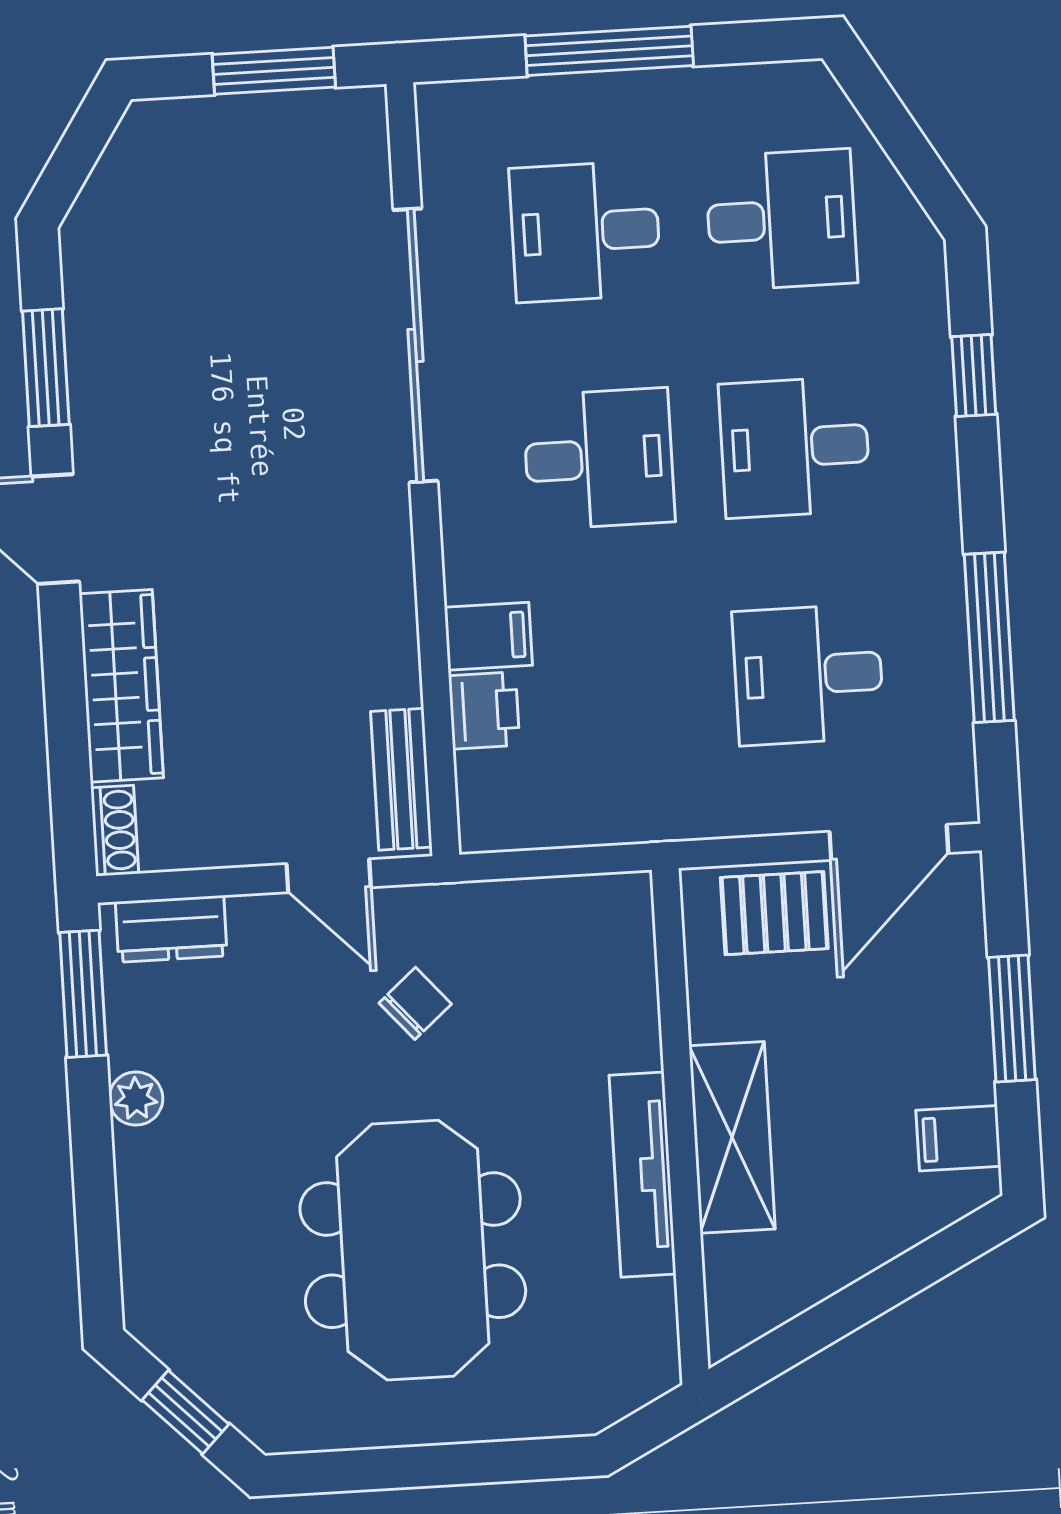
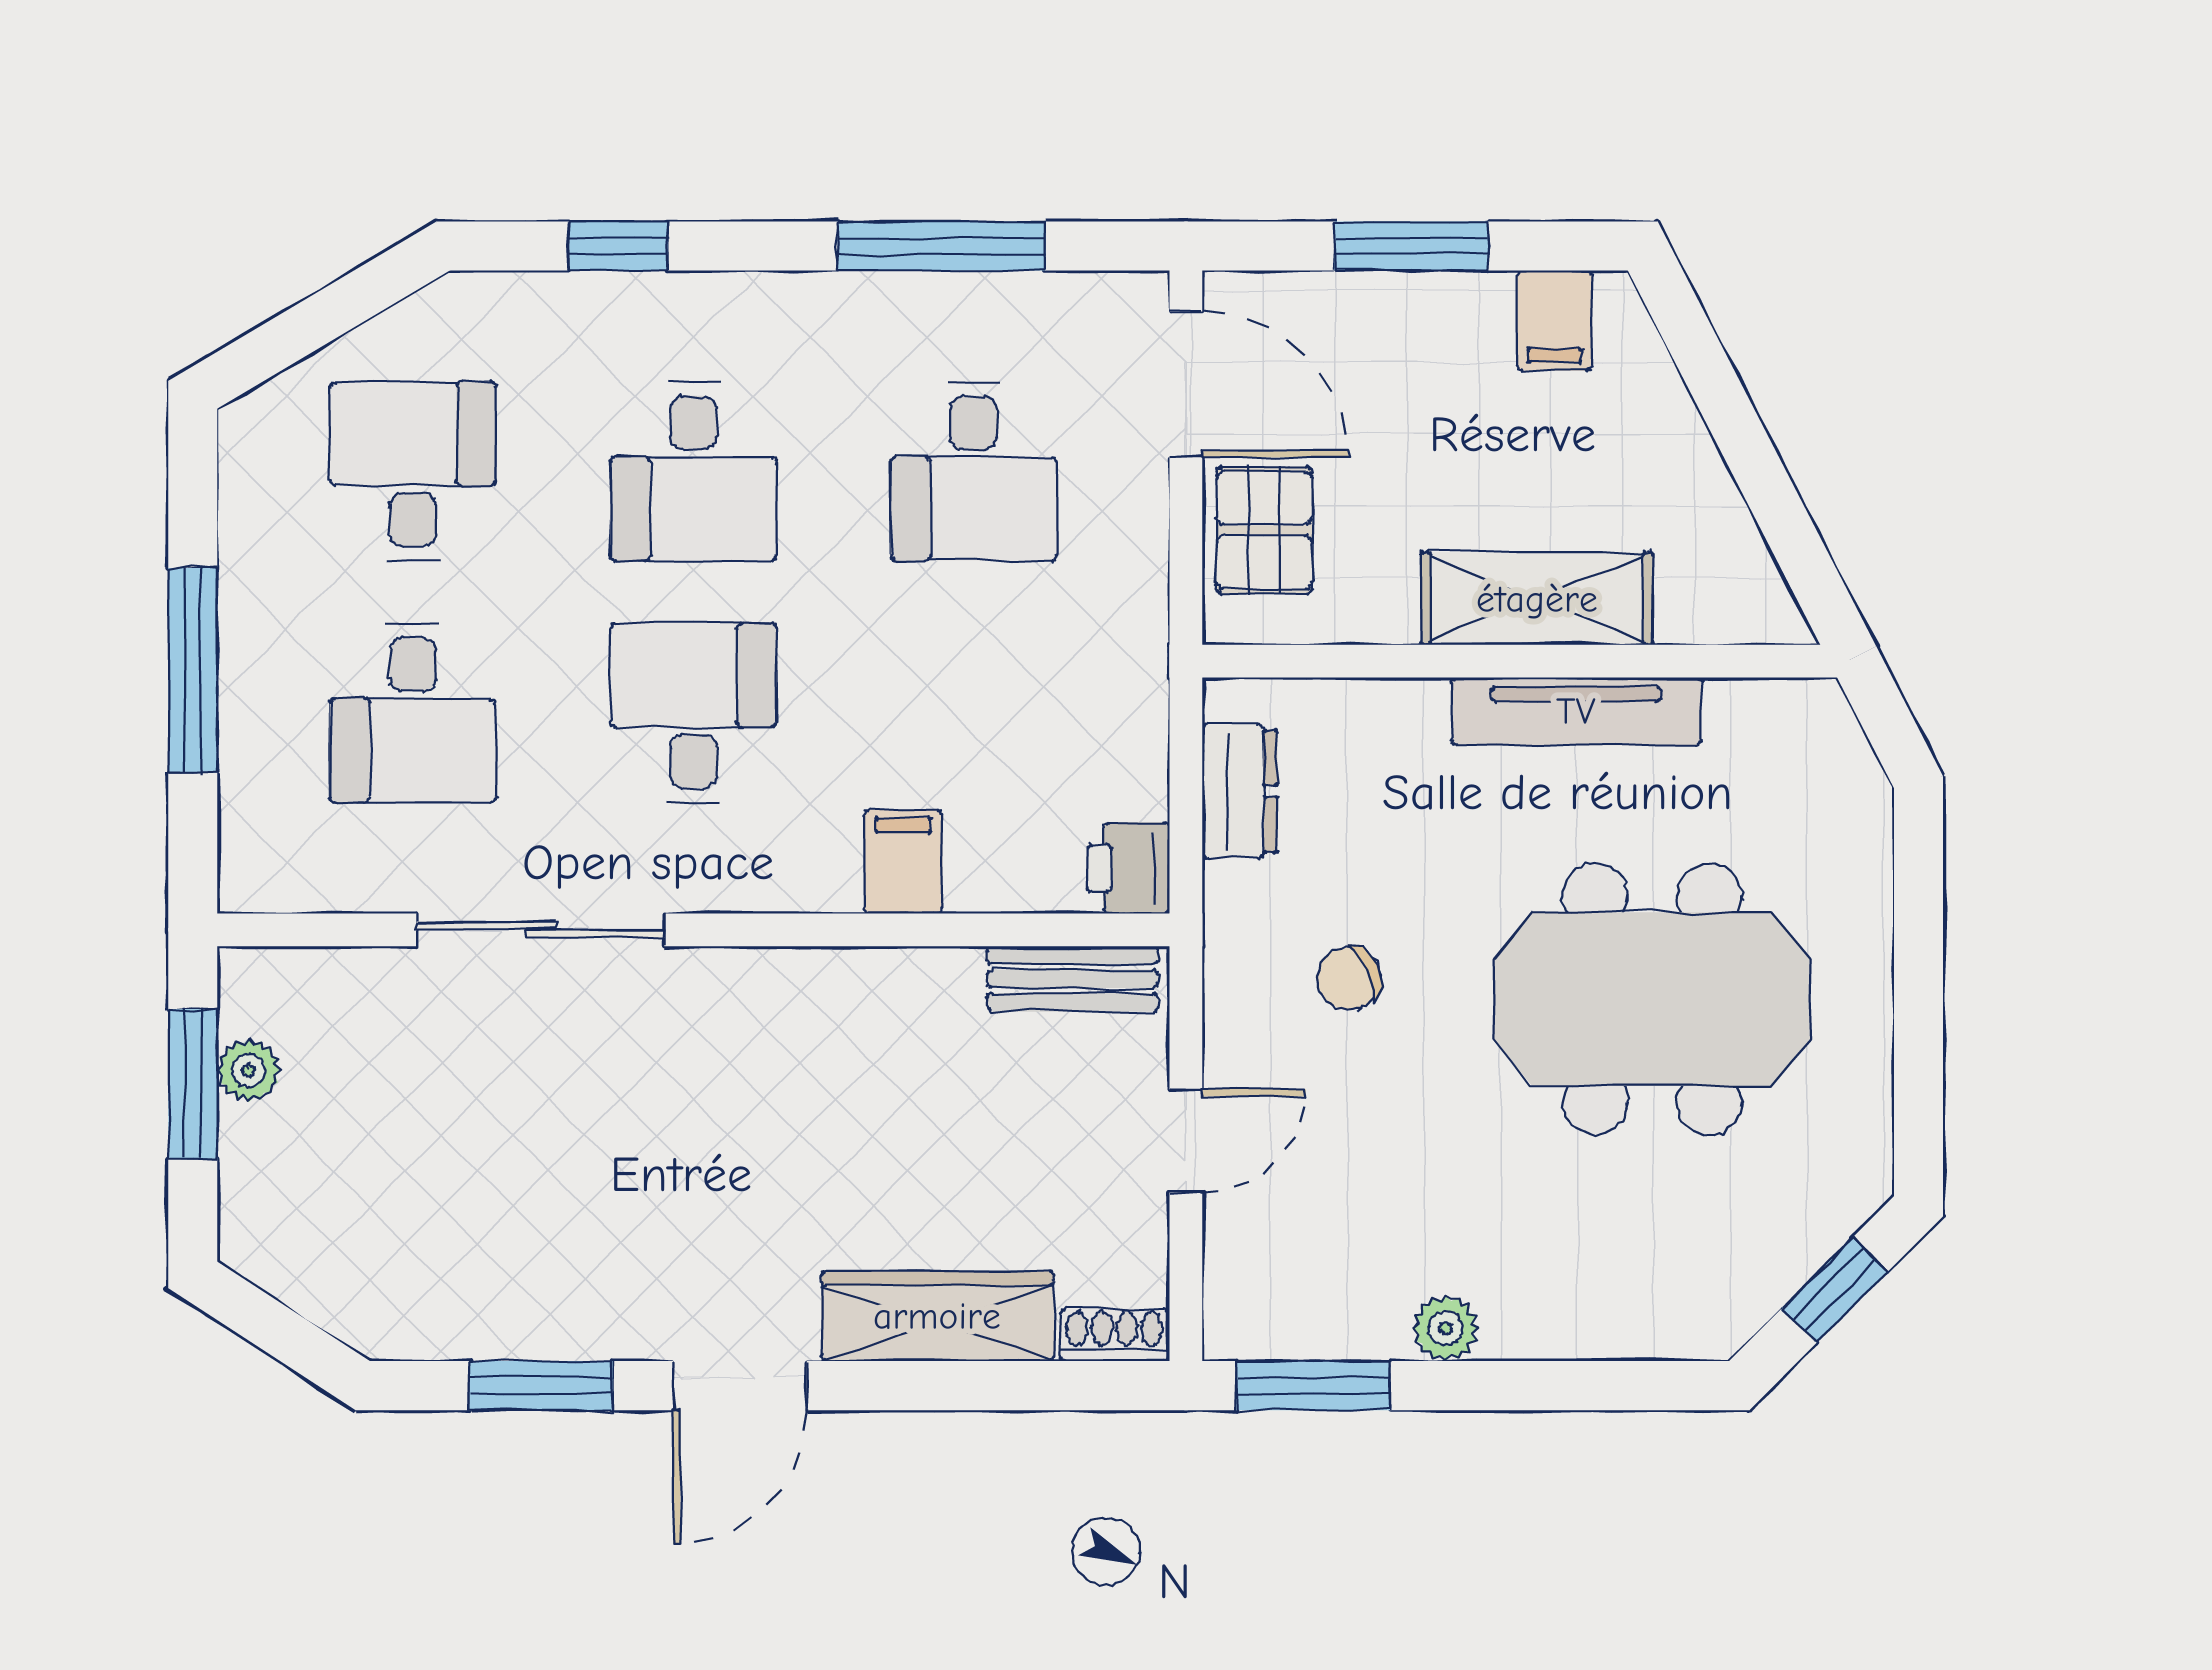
plant: (287, 116) -> (249, 1071), added
sliding door: (415, 345) -> (541, 930), width x0.73
printer: (484, 711) -> (1128, 868), moved, turned -90
door: (329, 876) -> (1186, 1141), moved
dresser: (171, 929) -> (1240, 791), moved
chair: (415, 1003) -> (1349, 978), turned -73

